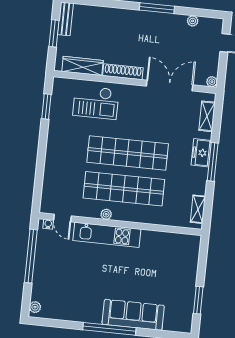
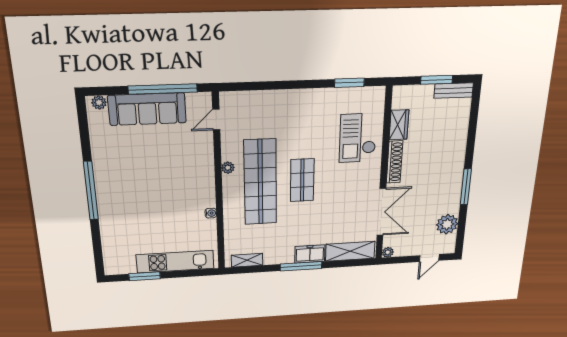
plant: (193, 21) -> (447, 224), width x1.87, depth x1.87
wardrobe: (82, 66) -> (399, 125), width x0.67
shelving: (207, 116) -> (350, 251), width x1.50, depth x1.33
shop shelf: (128, 153) -> (302, 180), width x0.50, depth x0.74
water cooler: (48, 224) -> (211, 213), moved
kitchen unit: (107, 235) -> (175, 262), moved, turned 90
sofa: (133, 315) -> (147, 109), moved, turned 90

